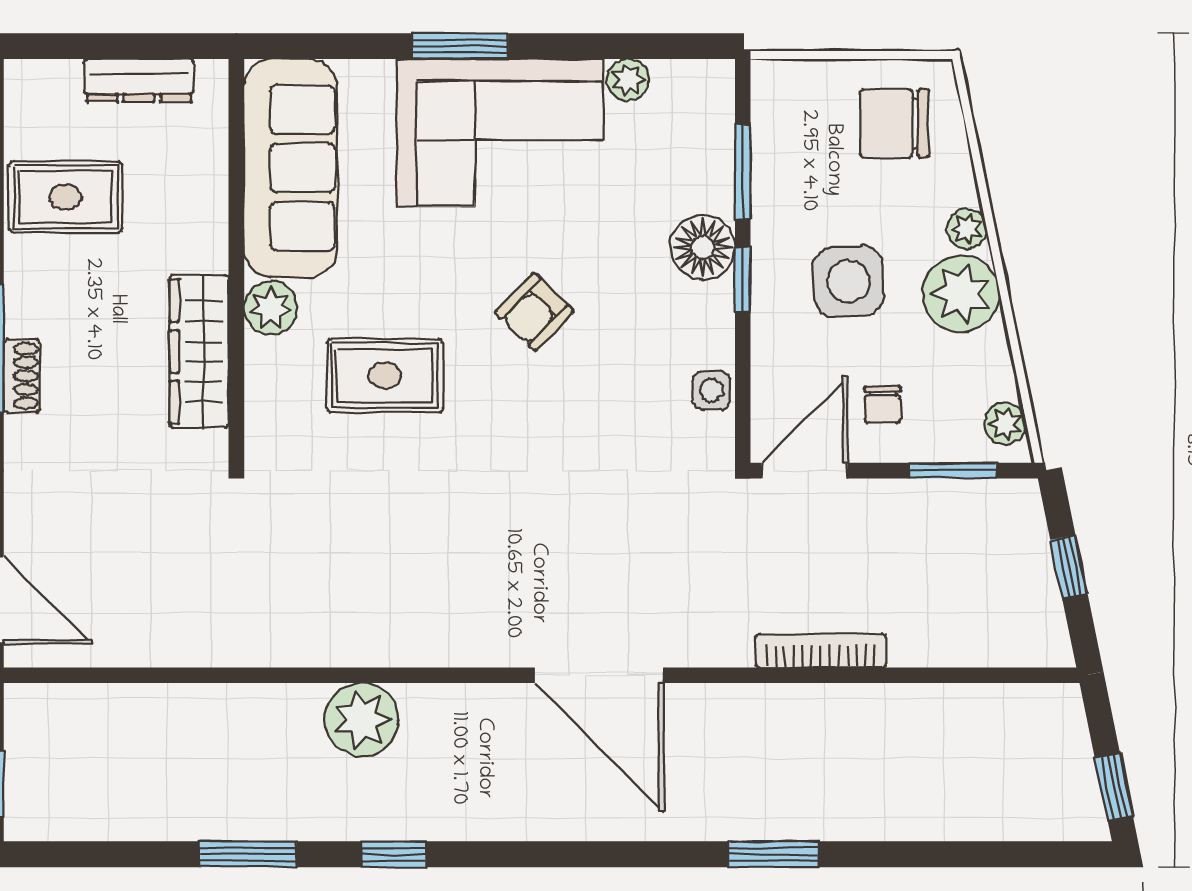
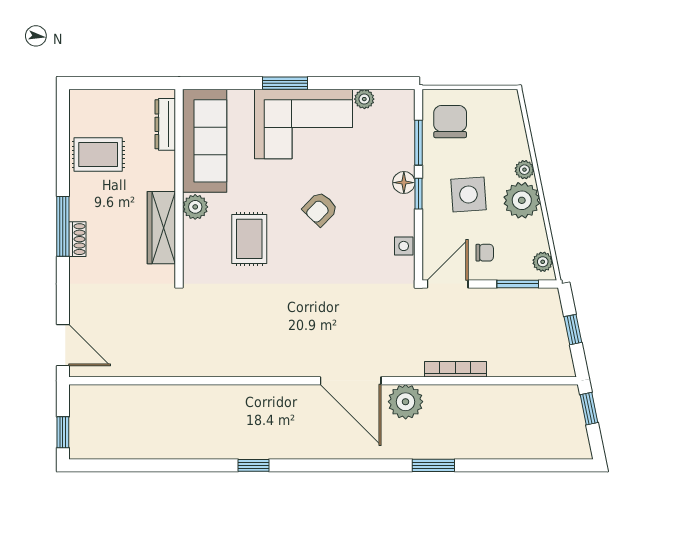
dresser: (139, 80) -> (165, 124), moved, turned 90
chair: (894, 123) -> (450, 122), moved, turned 90
floor lamp: (703, 247) -> (404, 183), width x0.73, depth x0.73
rug: (385, 376) -> (249, 239), turned 90
chair: (883, 404) -> (485, 253), turned -90
plant: (362, 720) -> (406, 402), moved
window: (1114, 787) -> (589, 409), moved
window: (248, 854) -> (184, 465), removed

